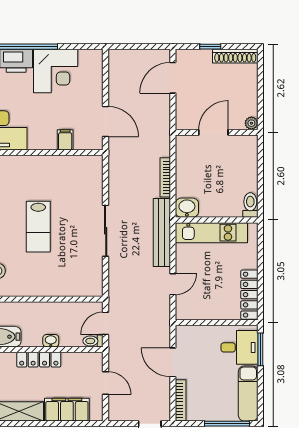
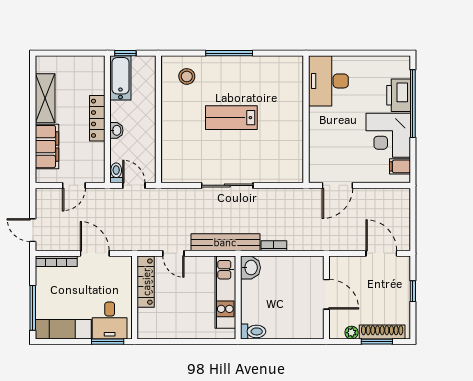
shoe rack: (235, 56) -> (382, 332), moved, turned 90
window: (260, 82) -> (377, 342), added
plant: (251, 123) -> (352, 333), moved
filing cabinet: (65, 140) -> (400, 166), moved, turned 180
bookcase: (165, 177) -> (274, 246), width x0.64
locker: (249, 295) -> (146, 282), moved, turned 90
door: (173, 362) -> (95, 253), hinge flipped

